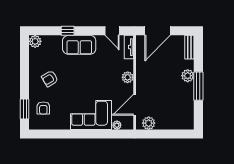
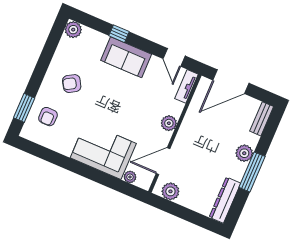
dresser: (188, 113) -> (225, 200), added

